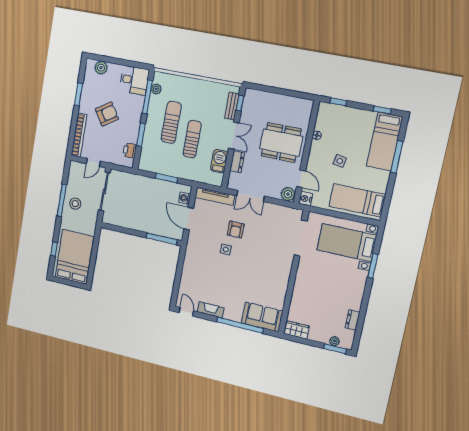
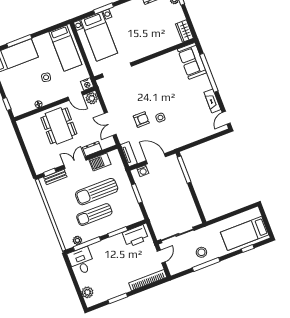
armchair: (107, 114) -> (119, 267), removed
sun lounger: (192, 139) -> (97, 192), width x1.36, depth x1.34
printer: (130, 151) -> (135, 236), width x1.87, depth x1.48
door: (93, 162) -> (161, 257), hinge flipped
door: (301, 179) -> (75, 96), swing flipped
tv unit: (215, 196) -> (129, 154), width x0.71
double door: (251, 196) -> (110, 124), swing flipped
door: (189, 219) -> (156, 159), swing flipped
bed: (74, 257) -> (245, 233), width x0.67

